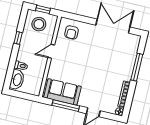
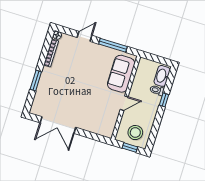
armchair: (71, 32) -> (102, 122), removed
window: (18, 38) -> (164, 100), moved
window: (137, 67) -> (36, 81), width x0.69
sofa: (62, 92) -> (121, 74), moved, turned 90

